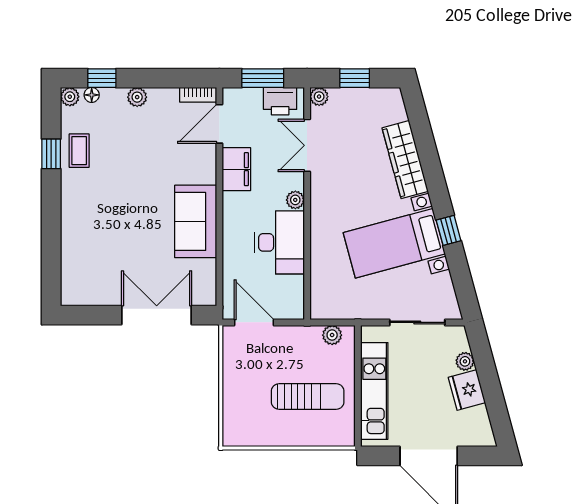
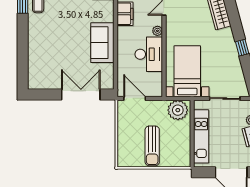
bed with nightstands: (394, 243) -> (187, 71), moved, turned 105
plant: (332, 335) -> (178, 110), width x1.88, depth x1.88
sun lounger: (308, 397) -> (152, 146), moved, turned 90

